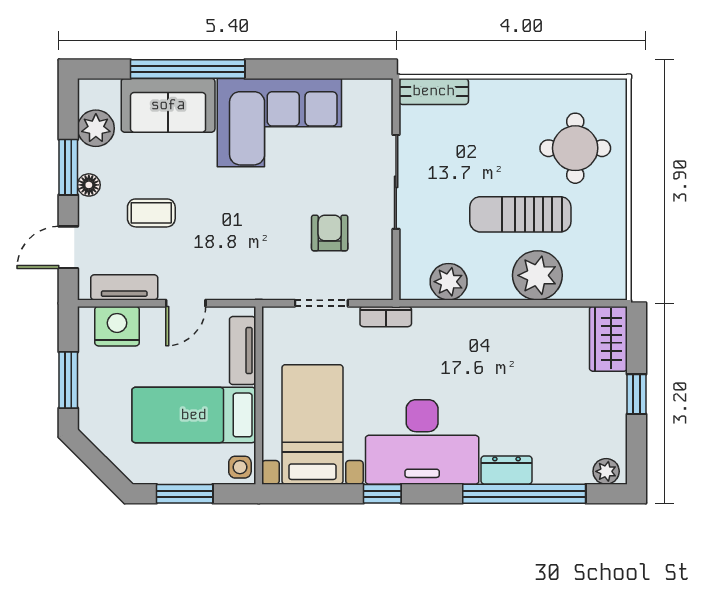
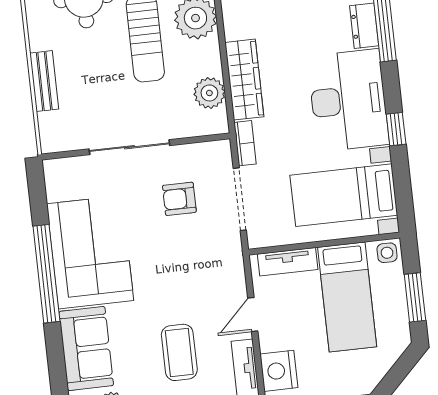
window: (188, 69) -> (46, 274), moved
bench: (434, 91) -> (44, 81), moved
coffee table: (151, 213) -> (179, 352), width x1.36, depth x1.30
door: (186, 303) -> (253, 315), swing flipped
doorway: (321, 303) -> (240, 199), width x1.38
wardrobe: (460, 324) -> (244, 80), added

